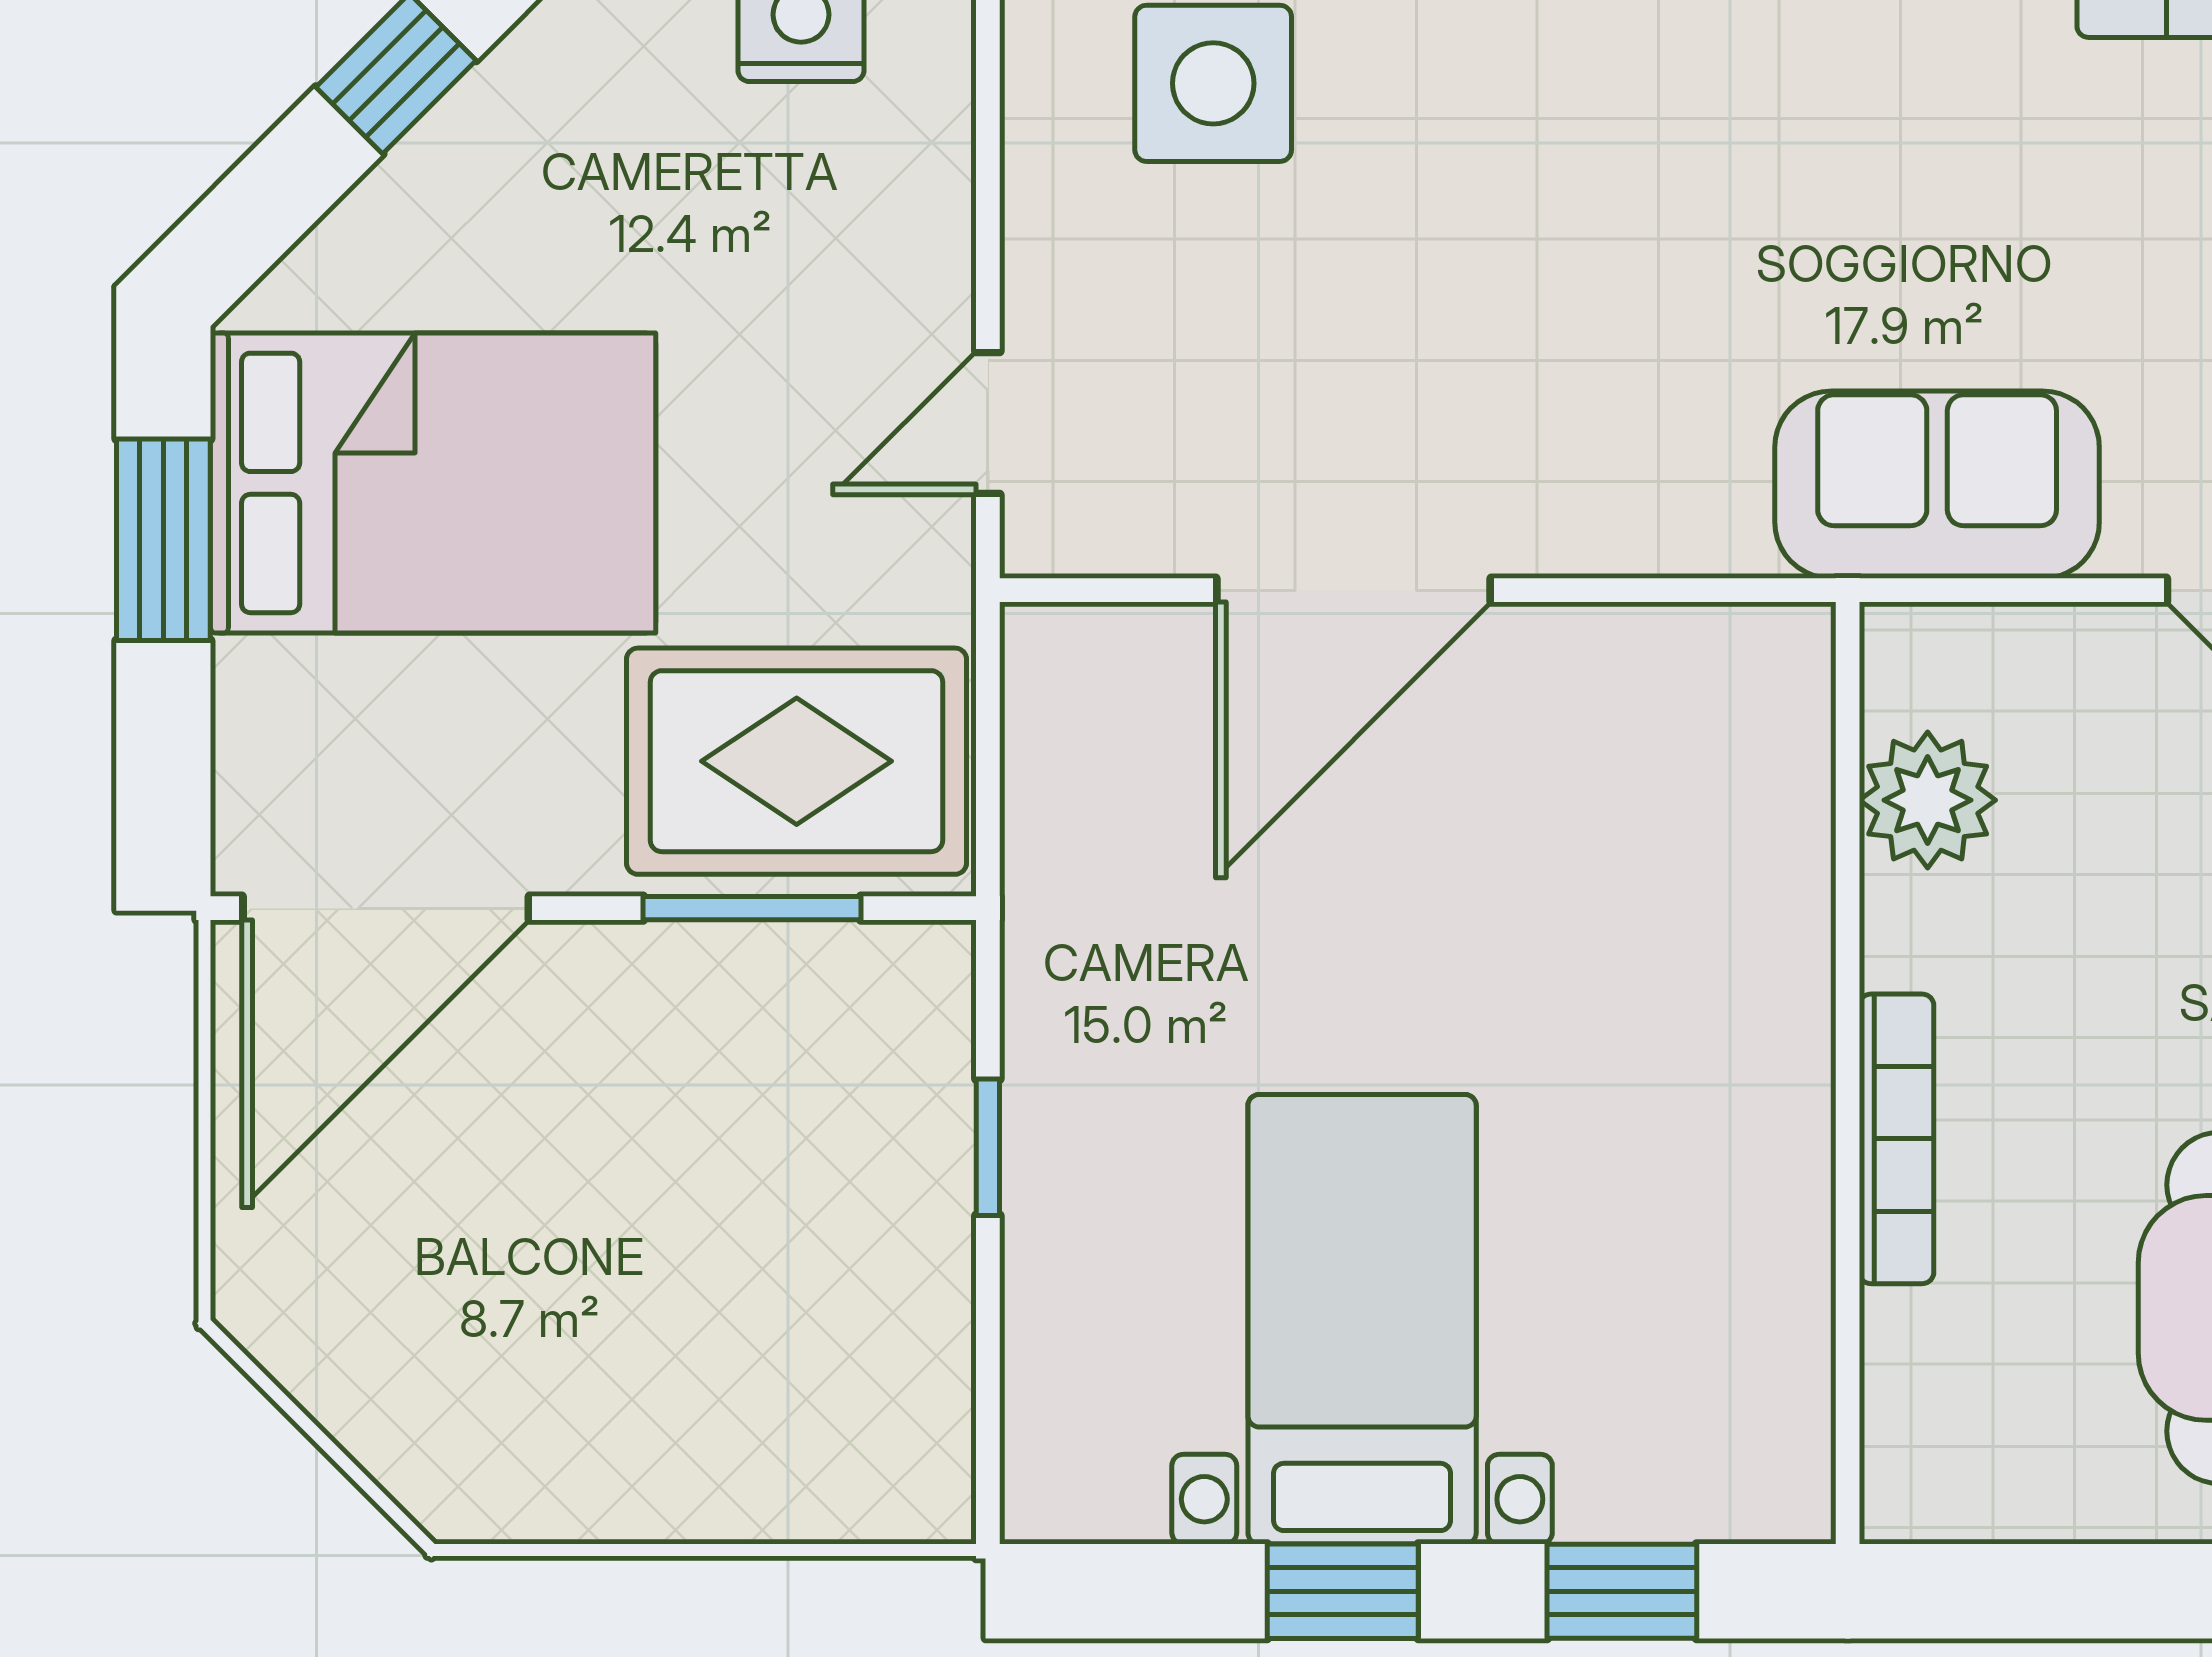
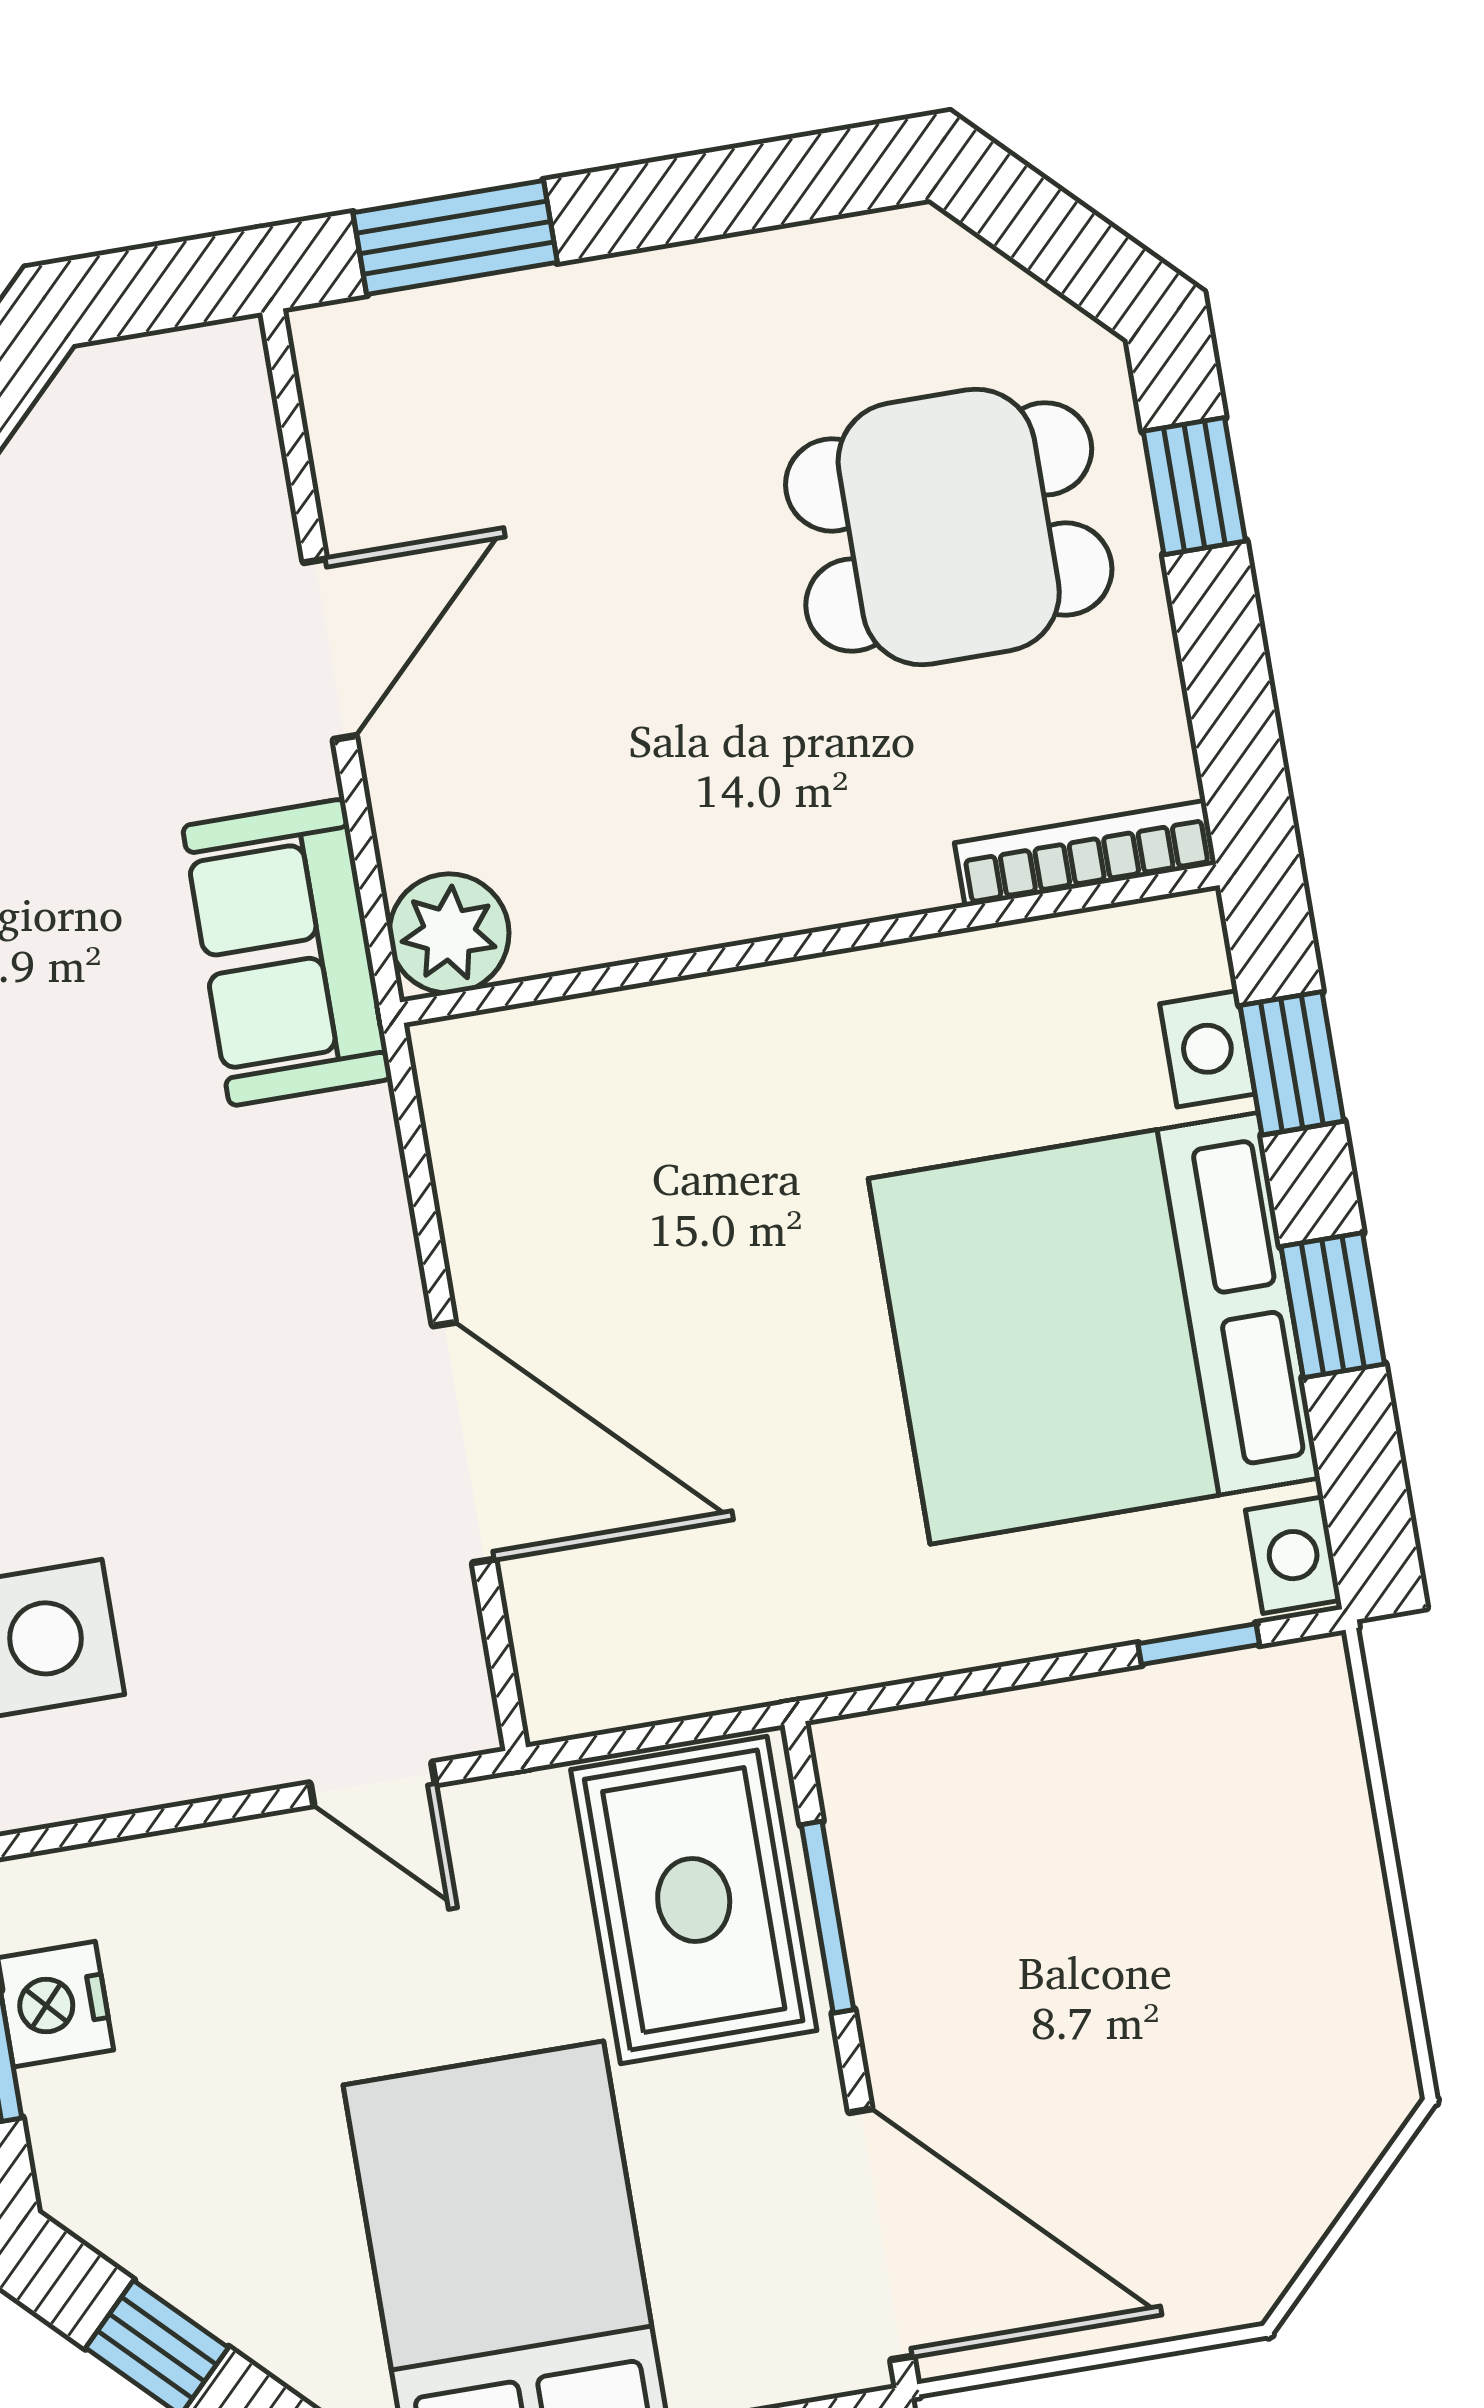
plant: (1928, 800) -> (449, 934), moved
bookcase: (1897, 1139) -> (1085, 854), moved
window: (988, 1147) -> (1199, 1644), moved
bed with nightstands: (1362, 1319) -> (1094, 1328), width x1.85

